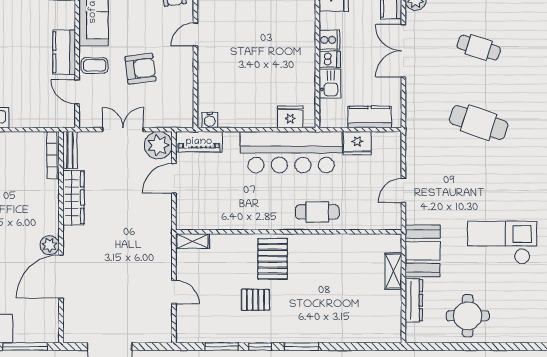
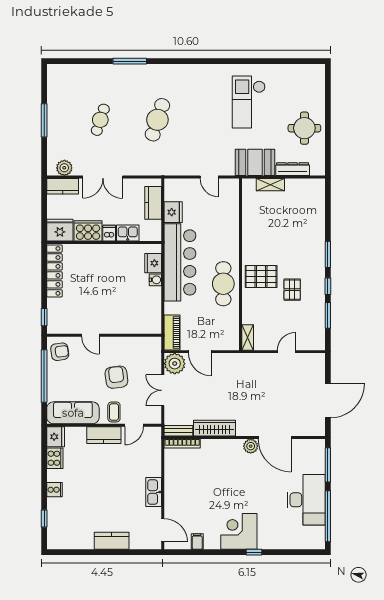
cooker: (329, 40) -> (88, 231), width x1.87, depth x1.31
water cooler: (210, 120) -> (155, 280), moved
cafe table: (317, 212) -> (223, 284), moved, width x1.37, depth x1.35

